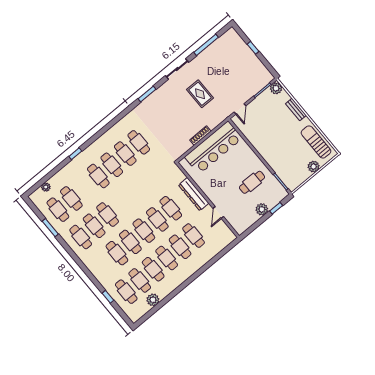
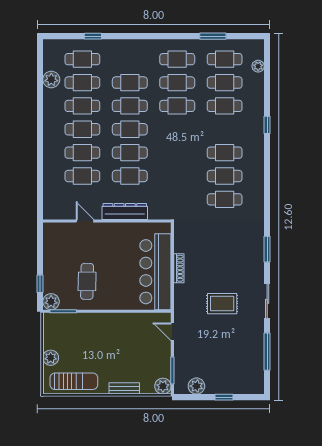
plant: (260, 69) -> (196, 386), added
cafe table: (98, 176) -> (225, 106), moved
plant: (262, 209) -> (51, 302), moved

